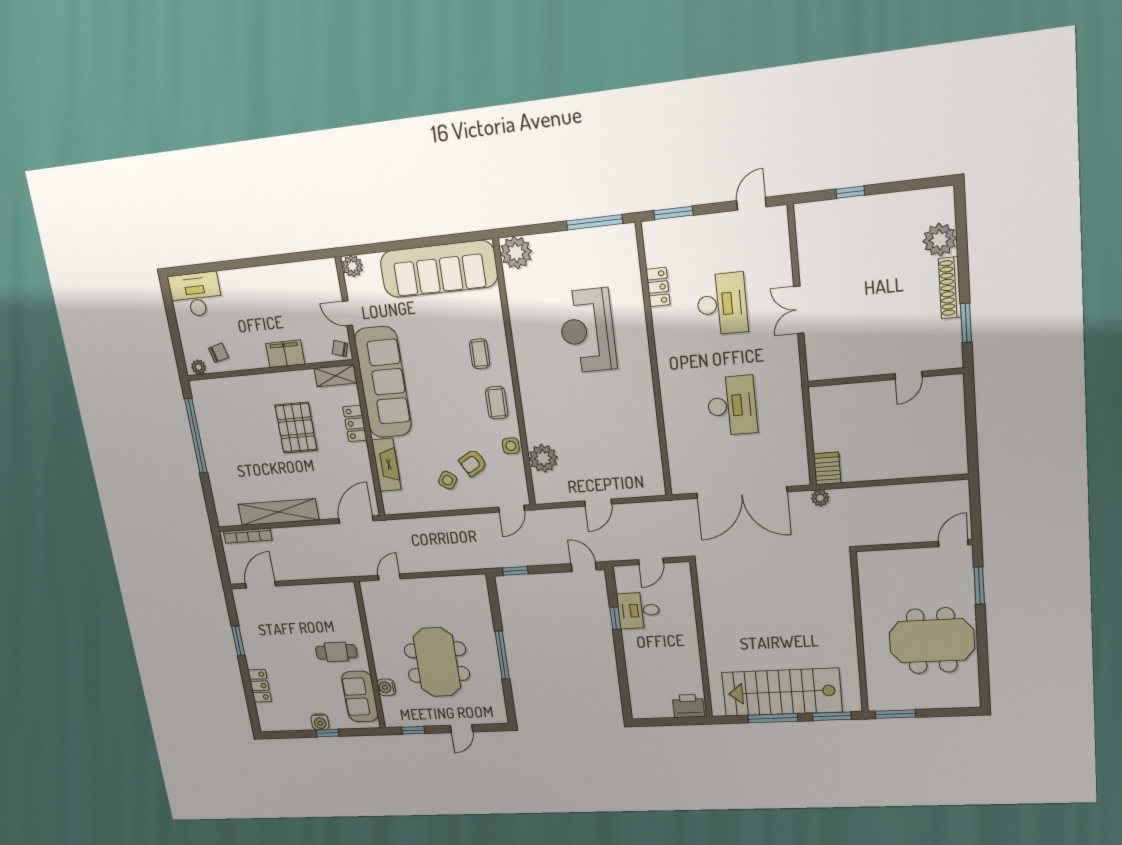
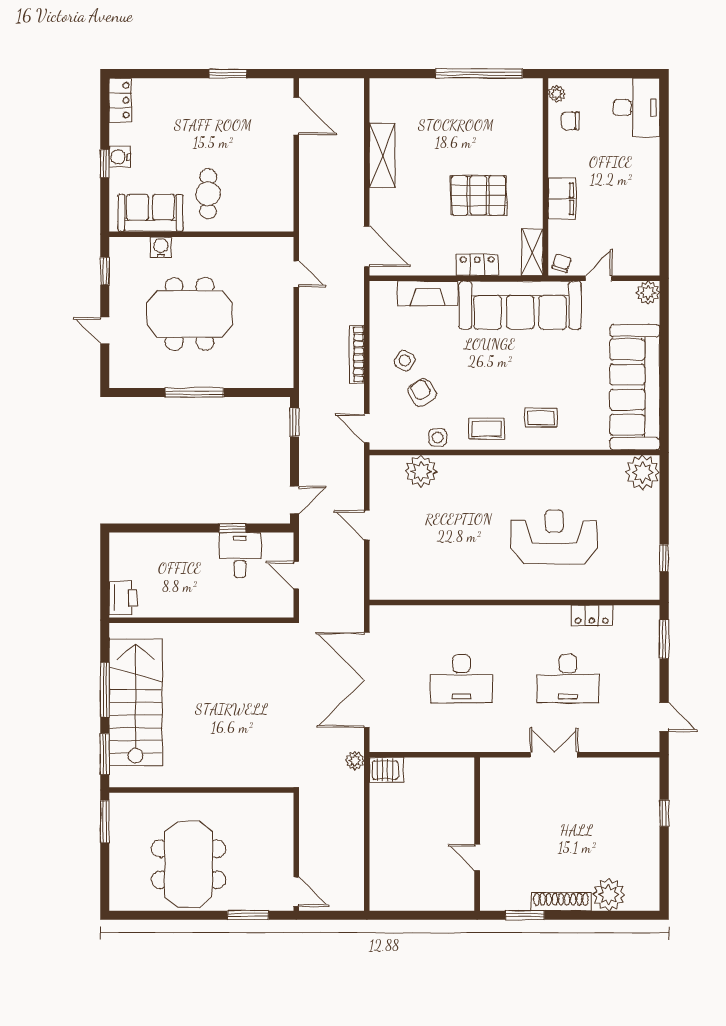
window: (594, 222) -> (664, 558), width x0.46
chair: (219, 353) -> (570, 121), turned 104
shelving: (278, 512) -> (382, 155), width x0.68
bookcase: (248, 536) -> (357, 354), moved
locker: (260, 686) -> (120, 100), moved, turned -90

